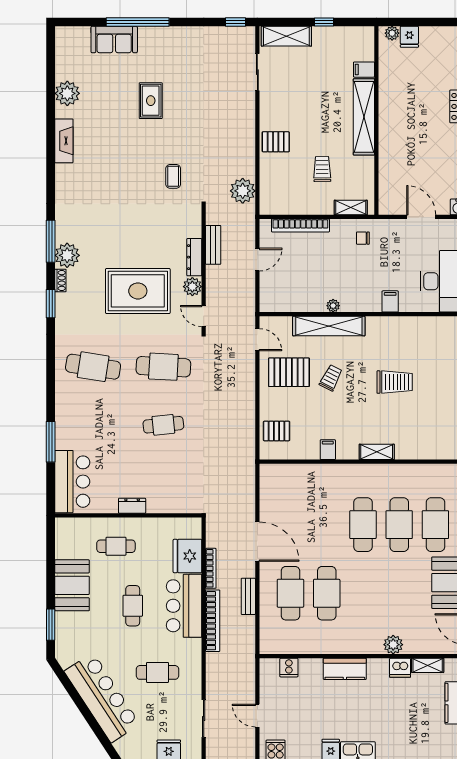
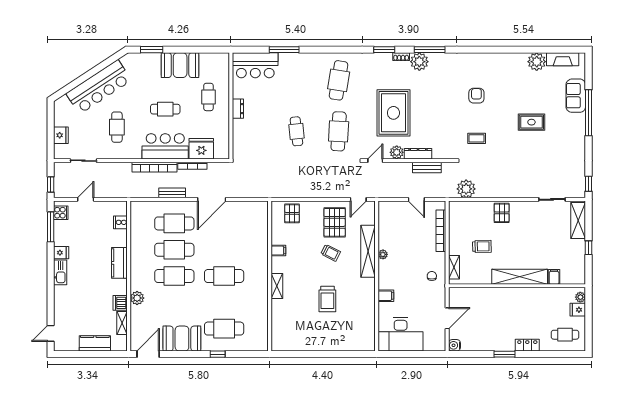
cafe table: (444, 54) -> (565, 335), added
fireplace: (64, 141) -> (563, 59), moved
armchair: (114, 177) -> (476, 96), added
cafe table: (399, 525) -> (174, 276), moved

